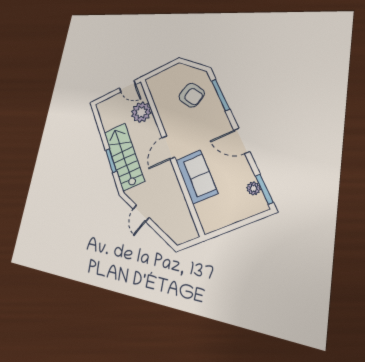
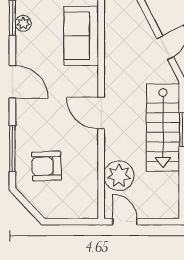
armchair: (192, 95) -> (47, 166), turned -62
door: (168, 147) -> (101, 113), swing flipped
sofa: (196, 177) -> (81, 36), moved

